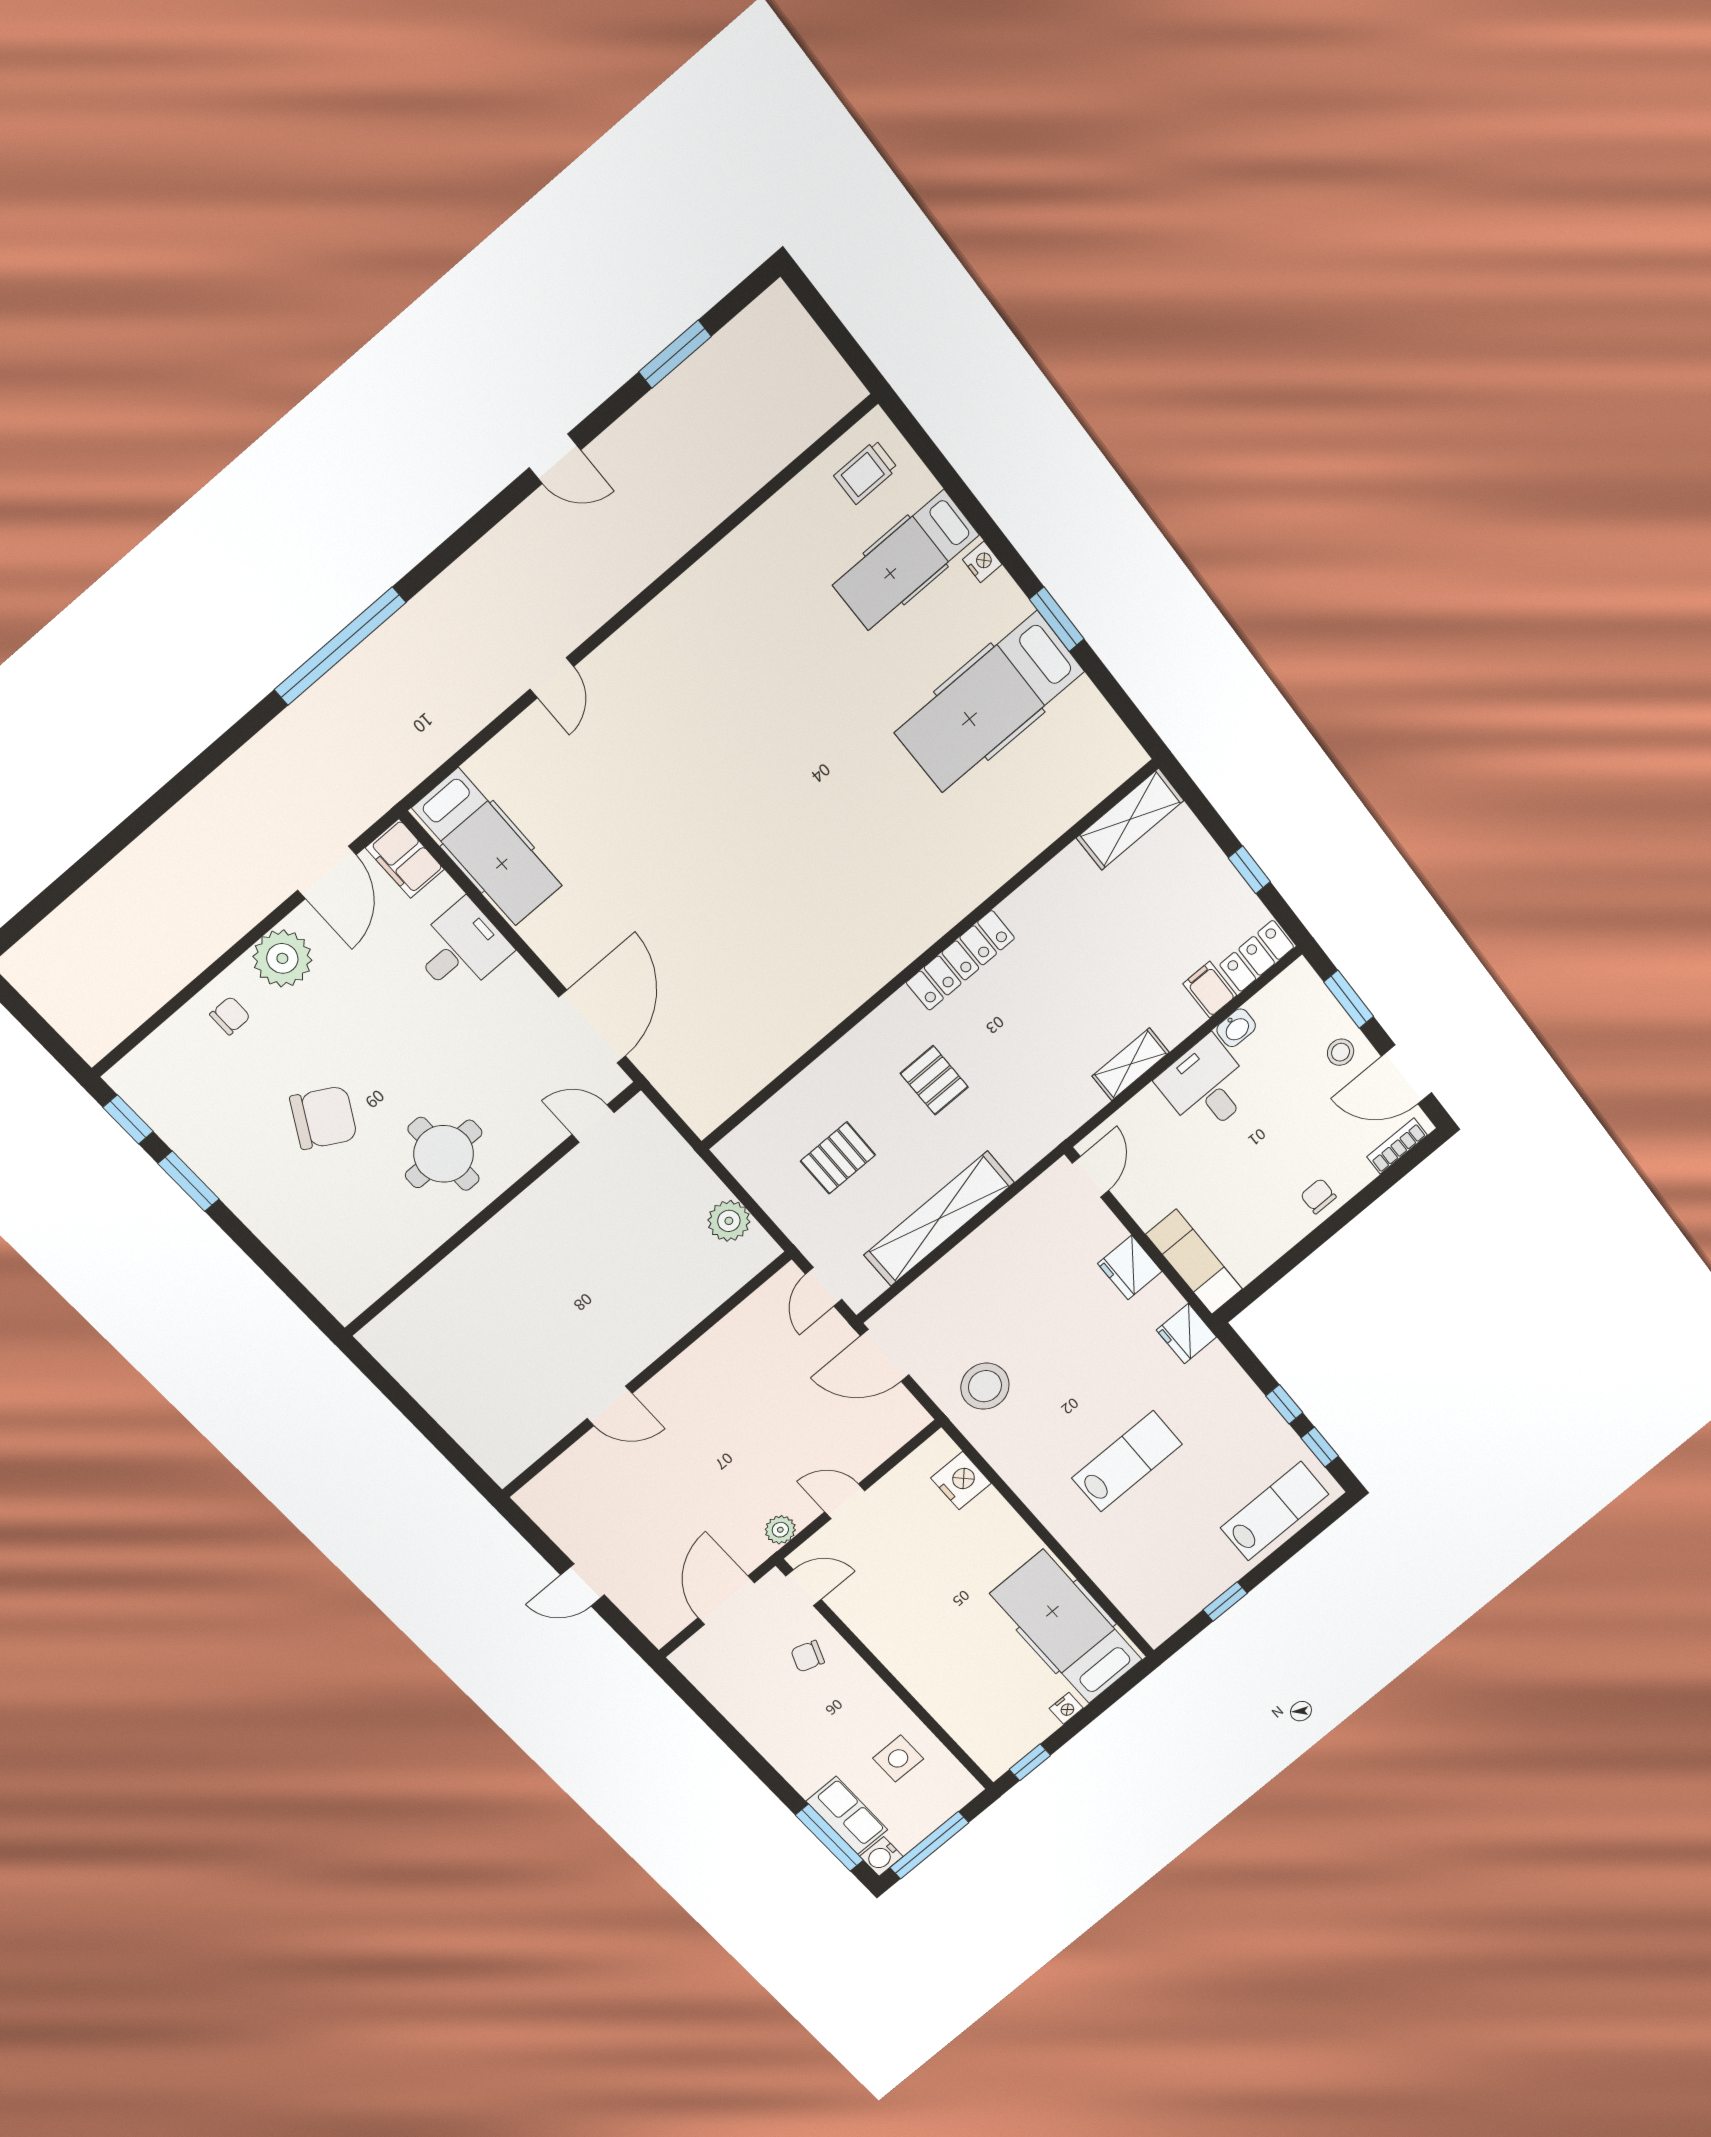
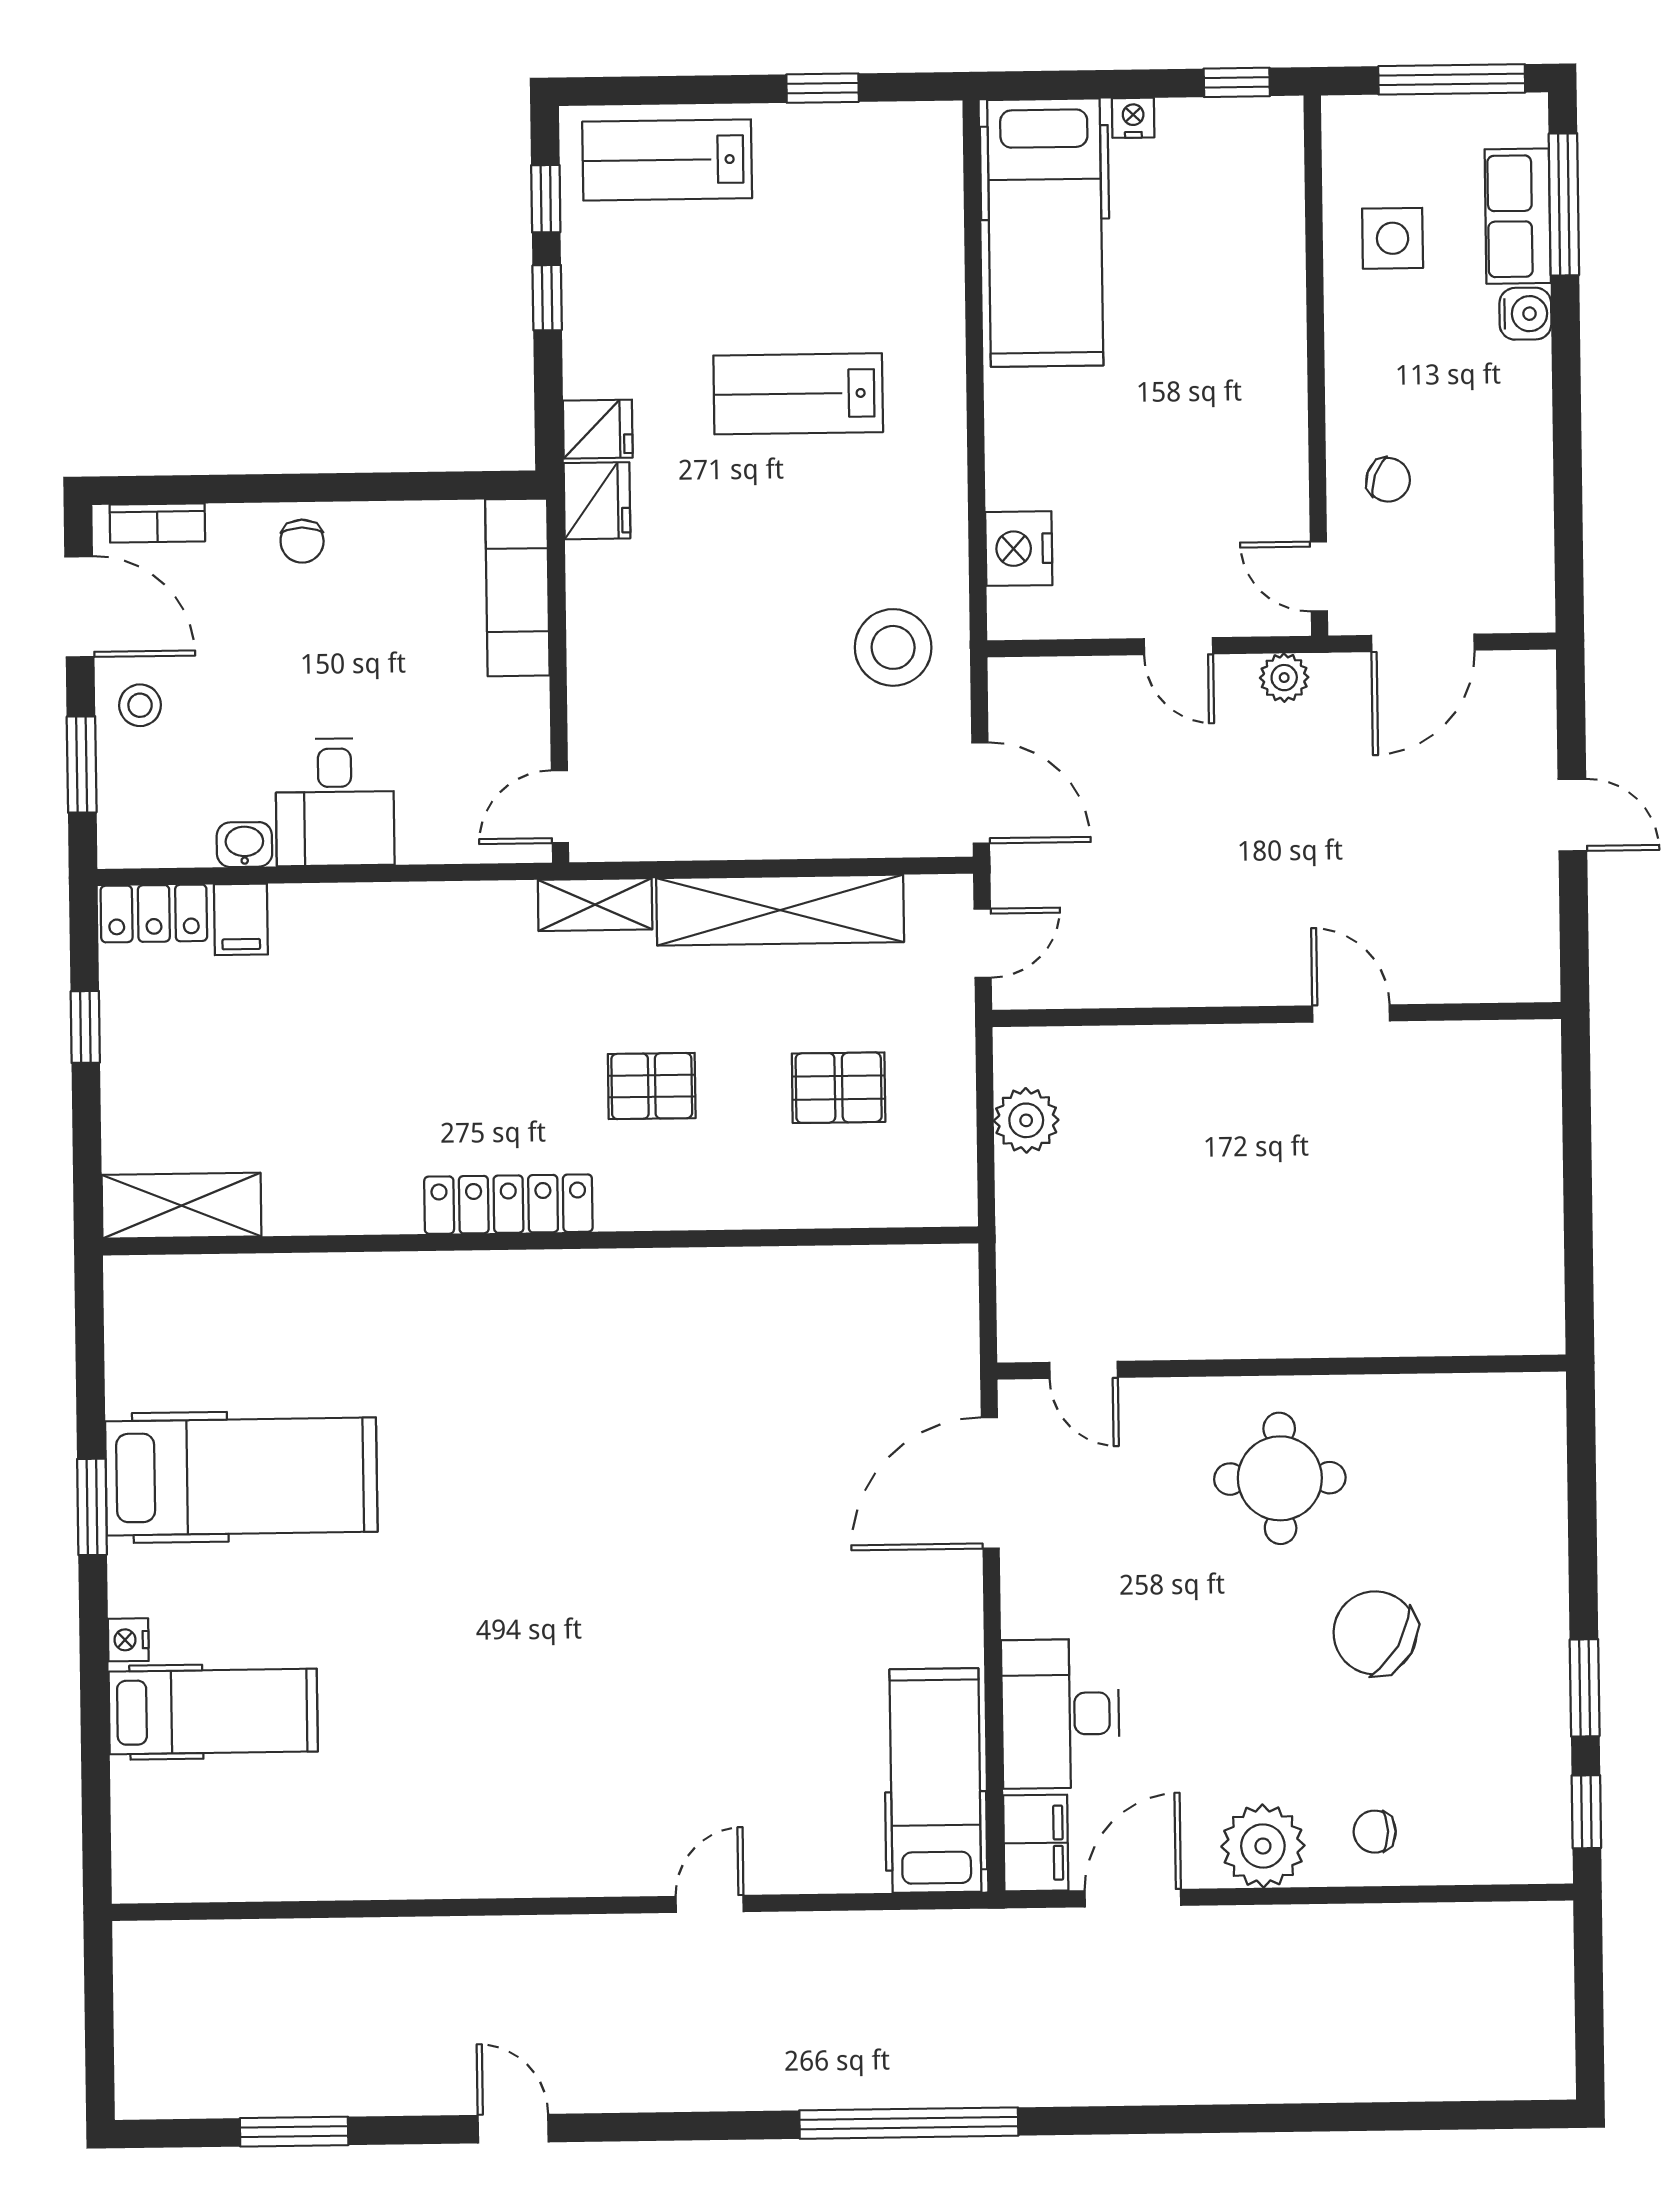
trolley: (866, 472) -> (183, 1842), removed
desk: (461, 948) -> (1060, 1714), width x1.37
shelving: (1131, 1064) -> (595, 905), moved
pallet: (934, 1080) -> (652, 1086), turned 90
fridge: (1130, 1267) -> (598, 429), moved, width x0.72
water cooler: (881, 1856) -> (1525, 314), moved

